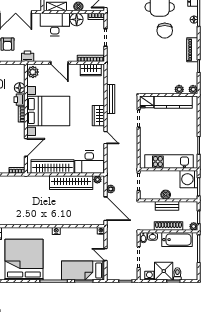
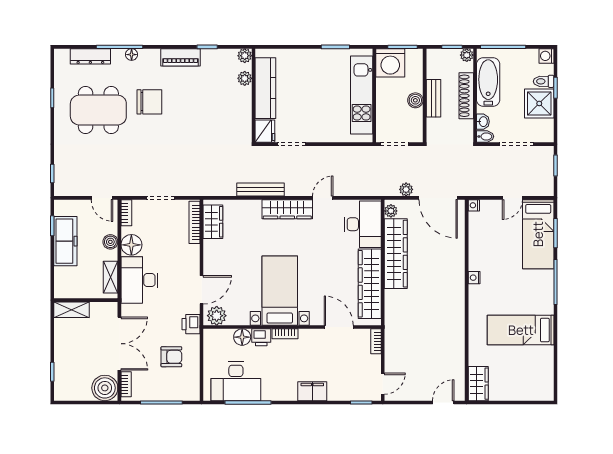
door: (59, 63) -> (202, 290), moved
bed with nightstands: (48, 111) -> (280, 291), width x0.73
wardrobe: (98, 116) -> (287, 209), width x1.50
door: (106, 209) -> (438, 198), swing flipped
bed: (24, 260) -> (521, 330), width x0.49
washing machine: (149, 276) -> (546, 56), moved

